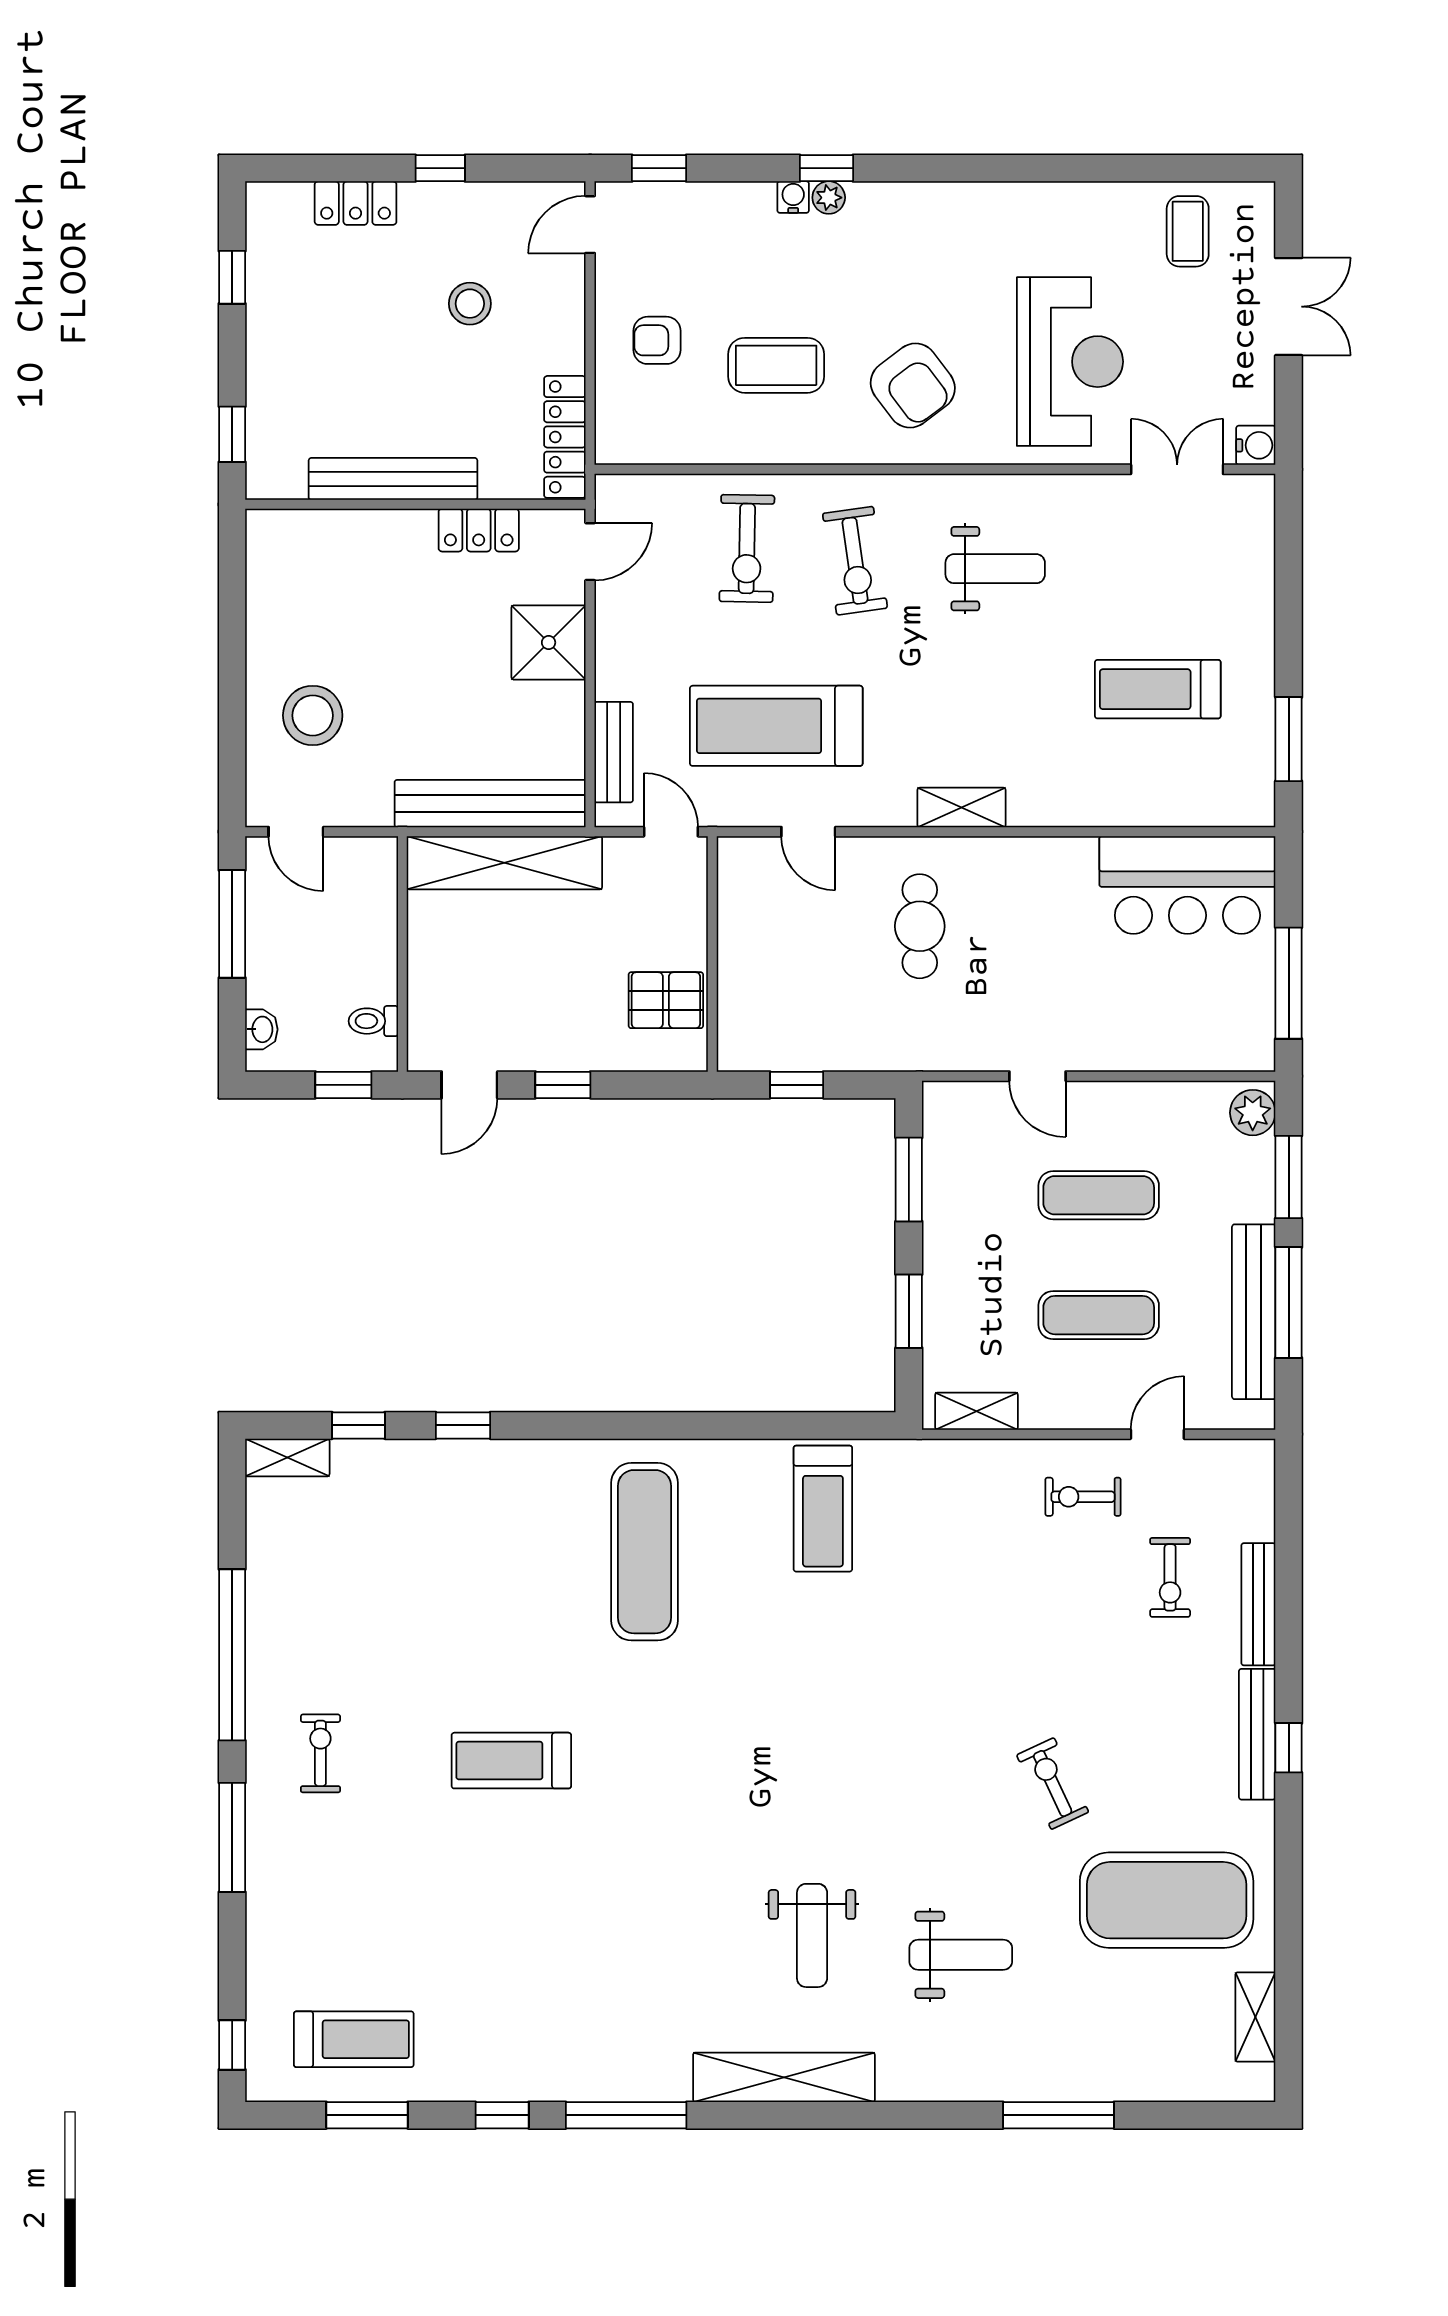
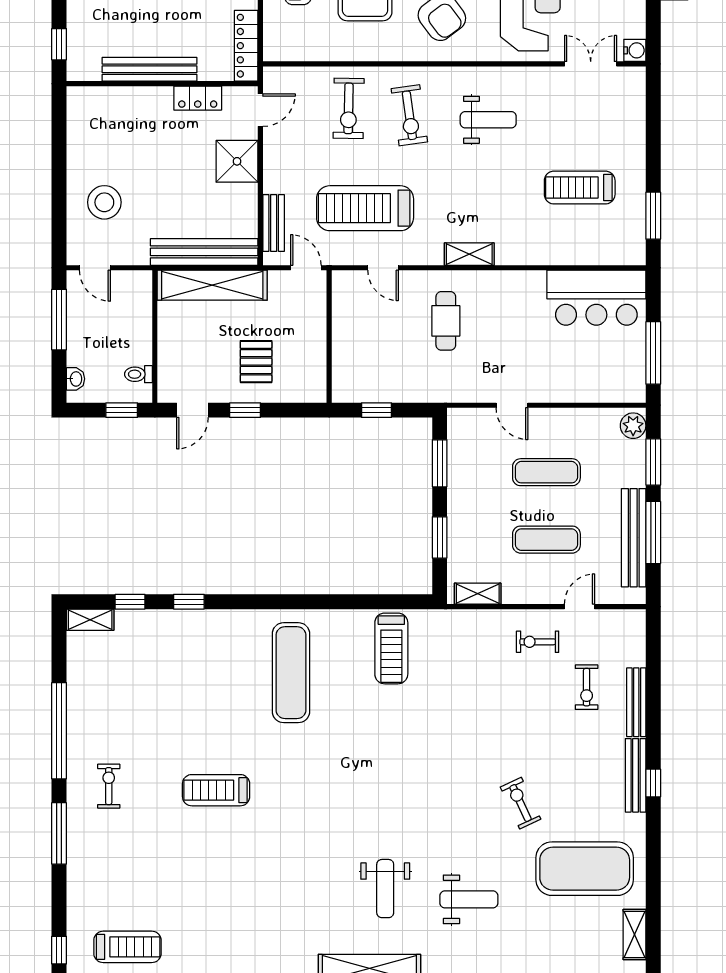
pallet: (666, 1000) -> (256, 362), moved, turned 90

